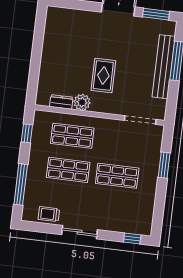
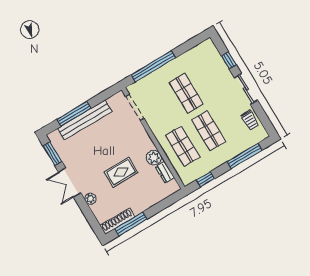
plant: (89, 17) -> (90, 199), added
shoe rack: (50, 25) -> (117, 221), added
window: (39, 36) -> (131, 224), added
rug: (103, 76) -> (121, 172), moved
window: (164, 165) -> (153, 66), width x2.11
window: (132, 239) -> (229, 60), moved

